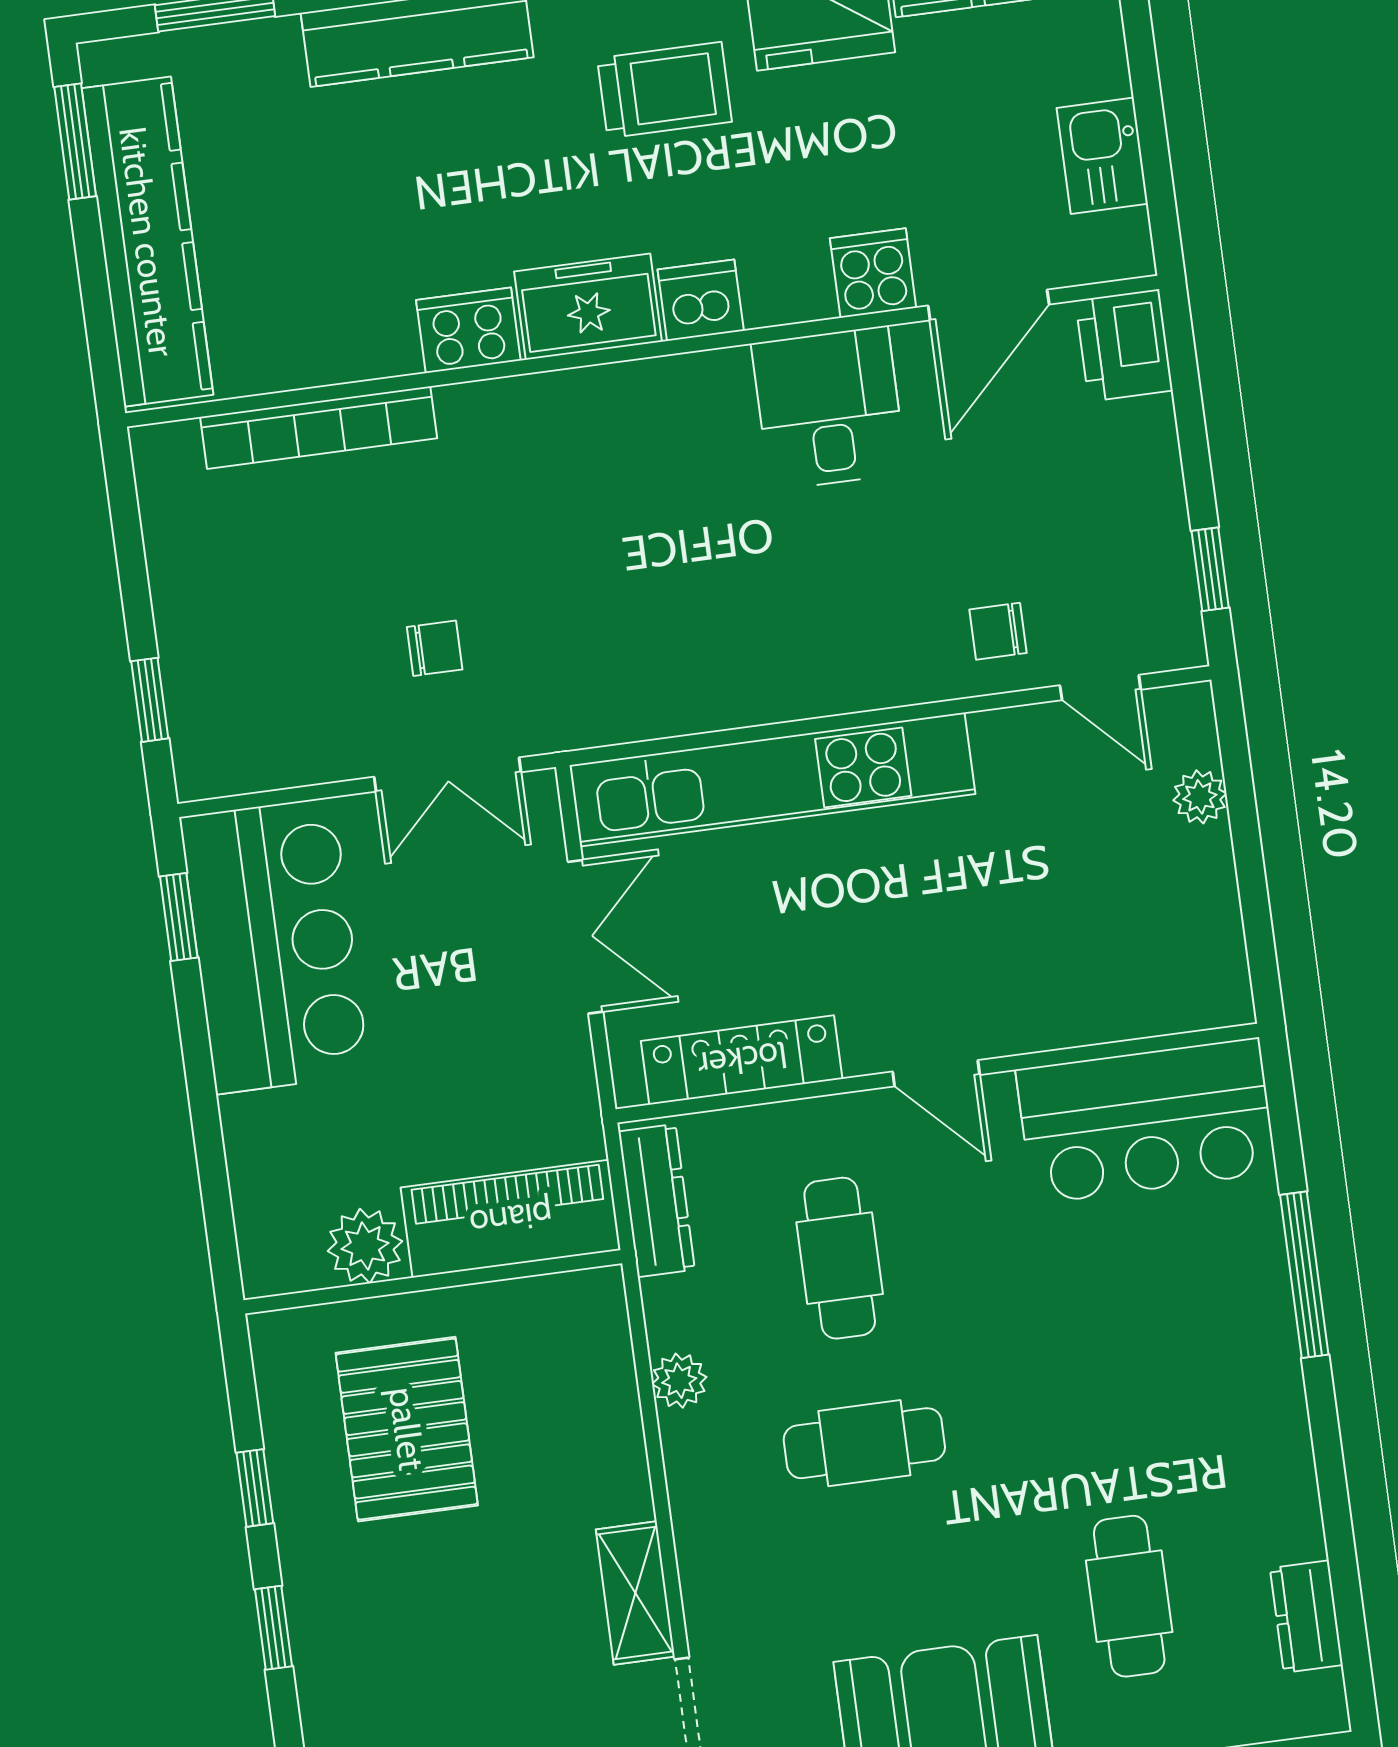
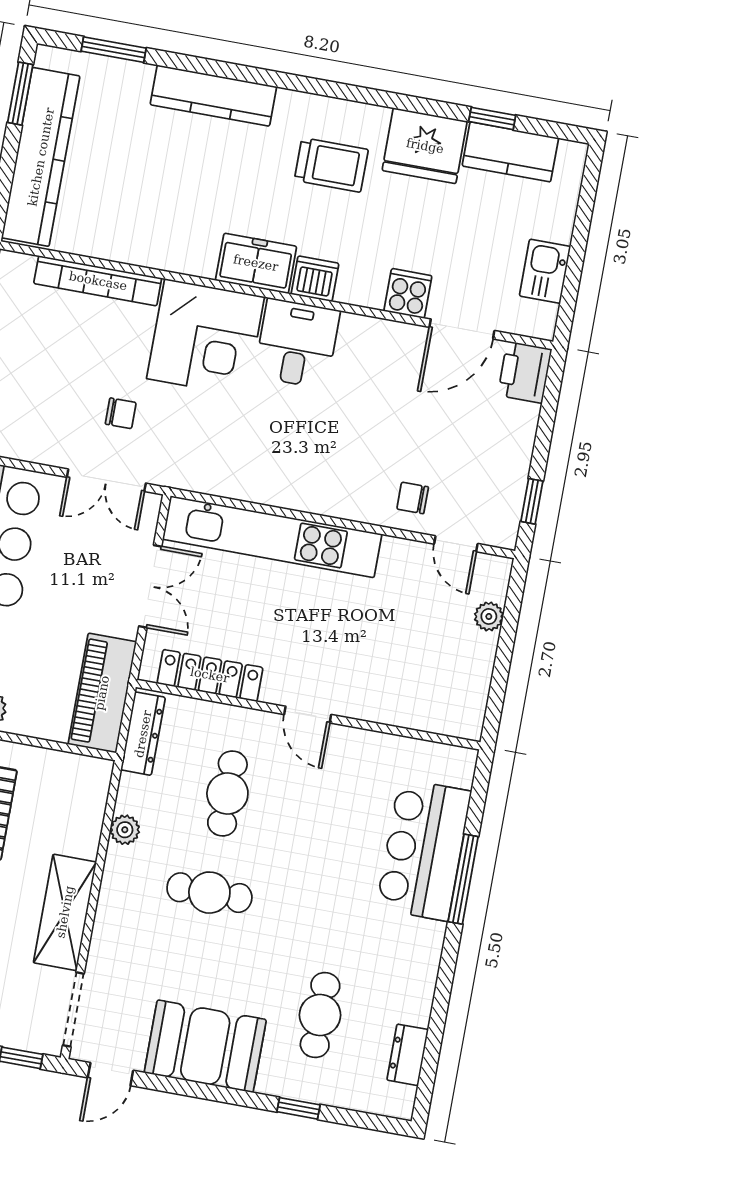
cooker: (468, 330) -> (191, 256), removed
desk: (829, 408) -> (297, 343), moved
corner desk: (541, 466) -> (206, 338), added
bar counter: (1146, 1121) -> (424, 850), moved, turned 90
piano: (511, 1219) -> (102, 693), moved, turned -90
shelving: (635, 1593) -> (65, 912), width x1.50, depth x1.33

